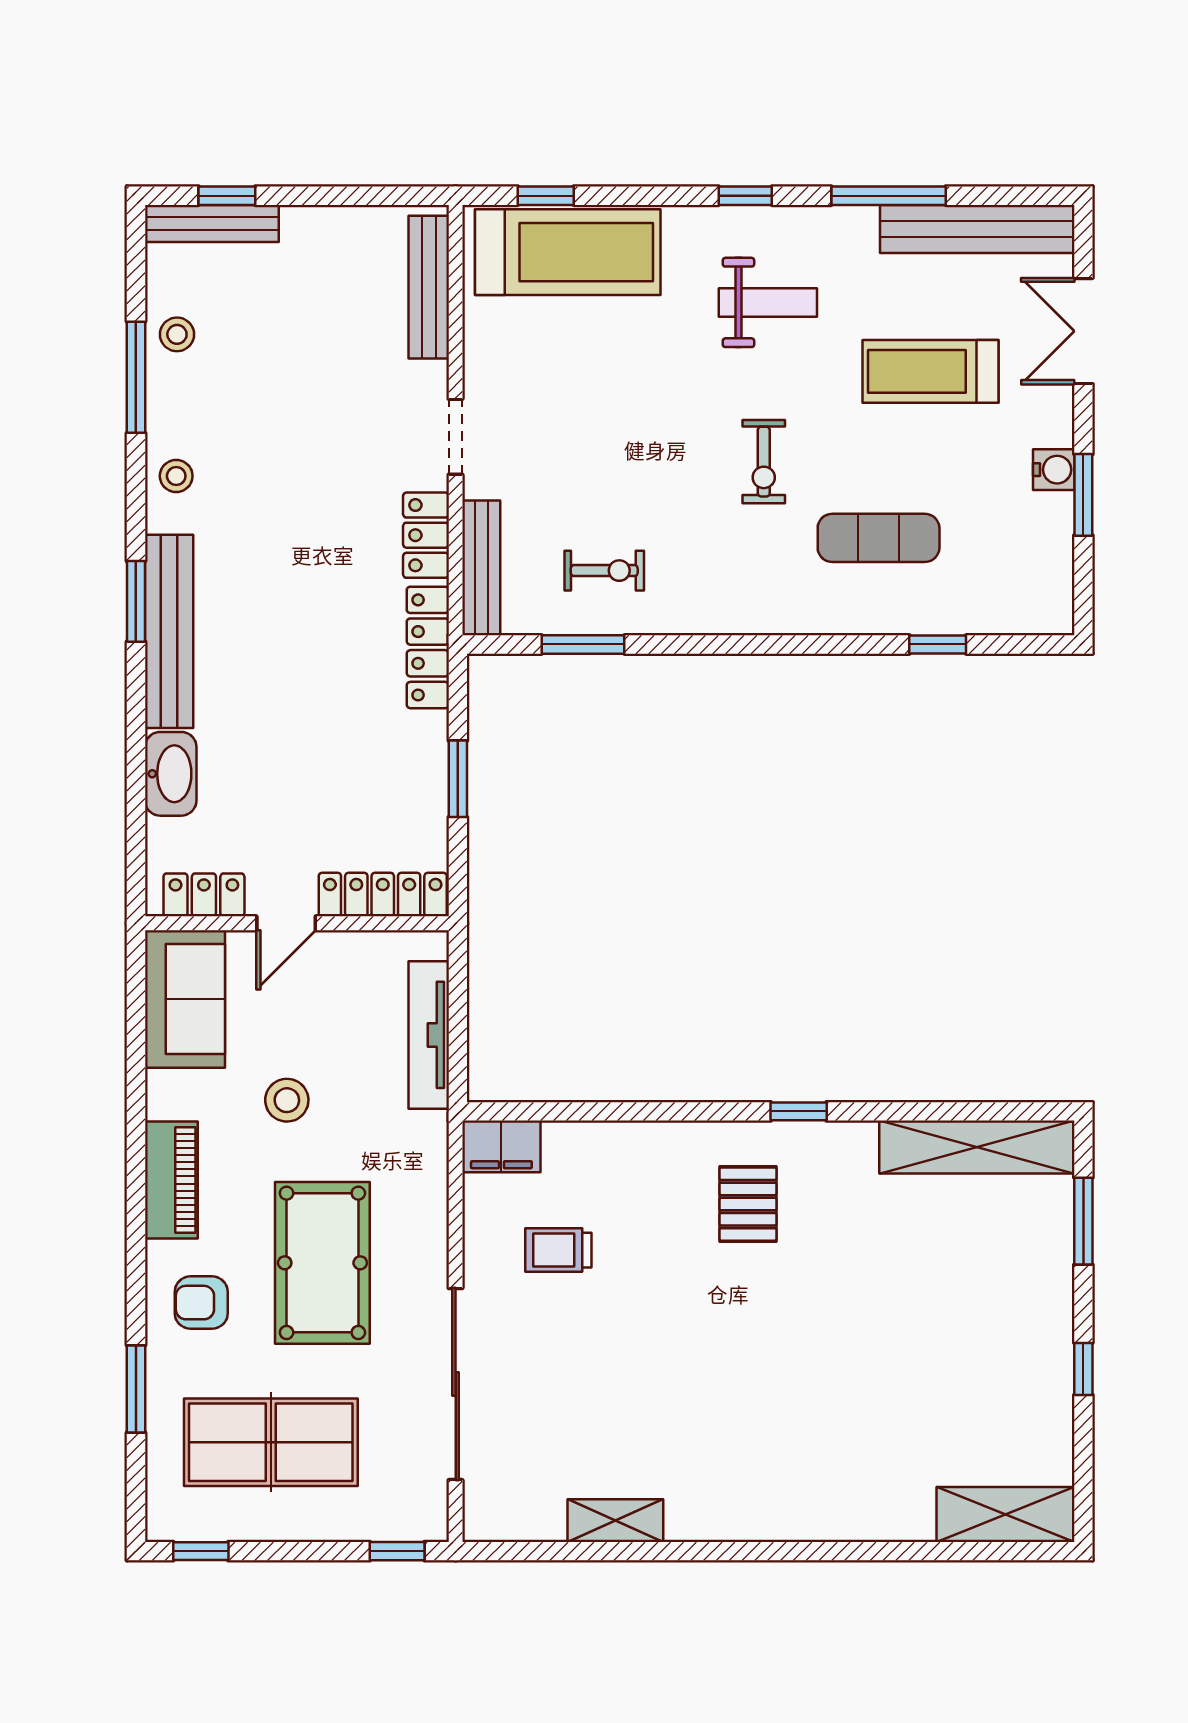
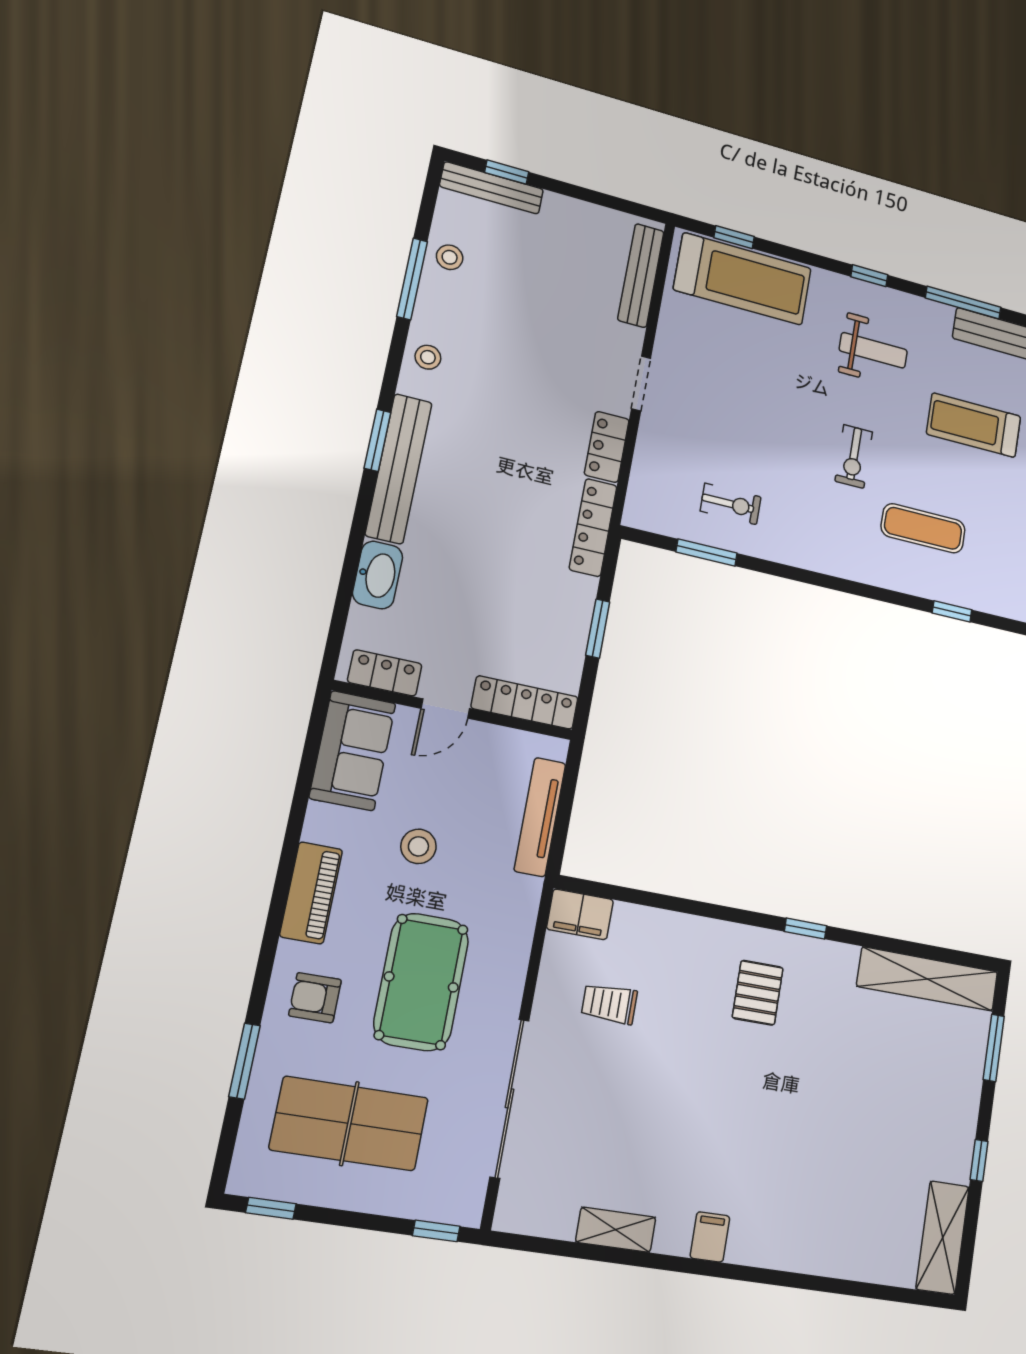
bench: (481, 568) -> (643, 480), removed
filing cabinet: (736, 1513) -> (710, 1237), added
shelving: (1005, 1514) -> (943, 1238), moved, turned 90

